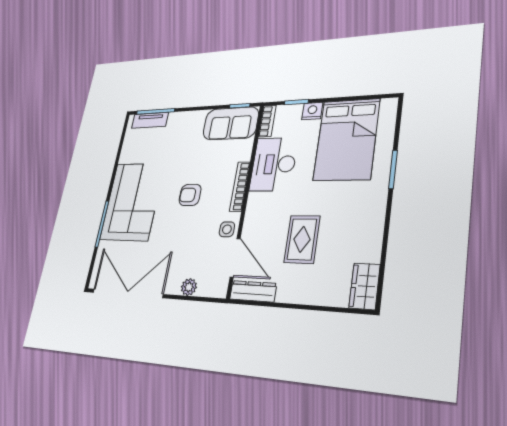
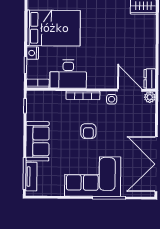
sofa: (231, 123) -> (37, 141), moved
rug: (302, 239) -> (117, 48), removed
door: (235, 258) -> (130, 90), hinge flipped
plant: (189, 287) -> (150, 97), moved
dresser: (253, 291) -> (150, 79), width x0.70

